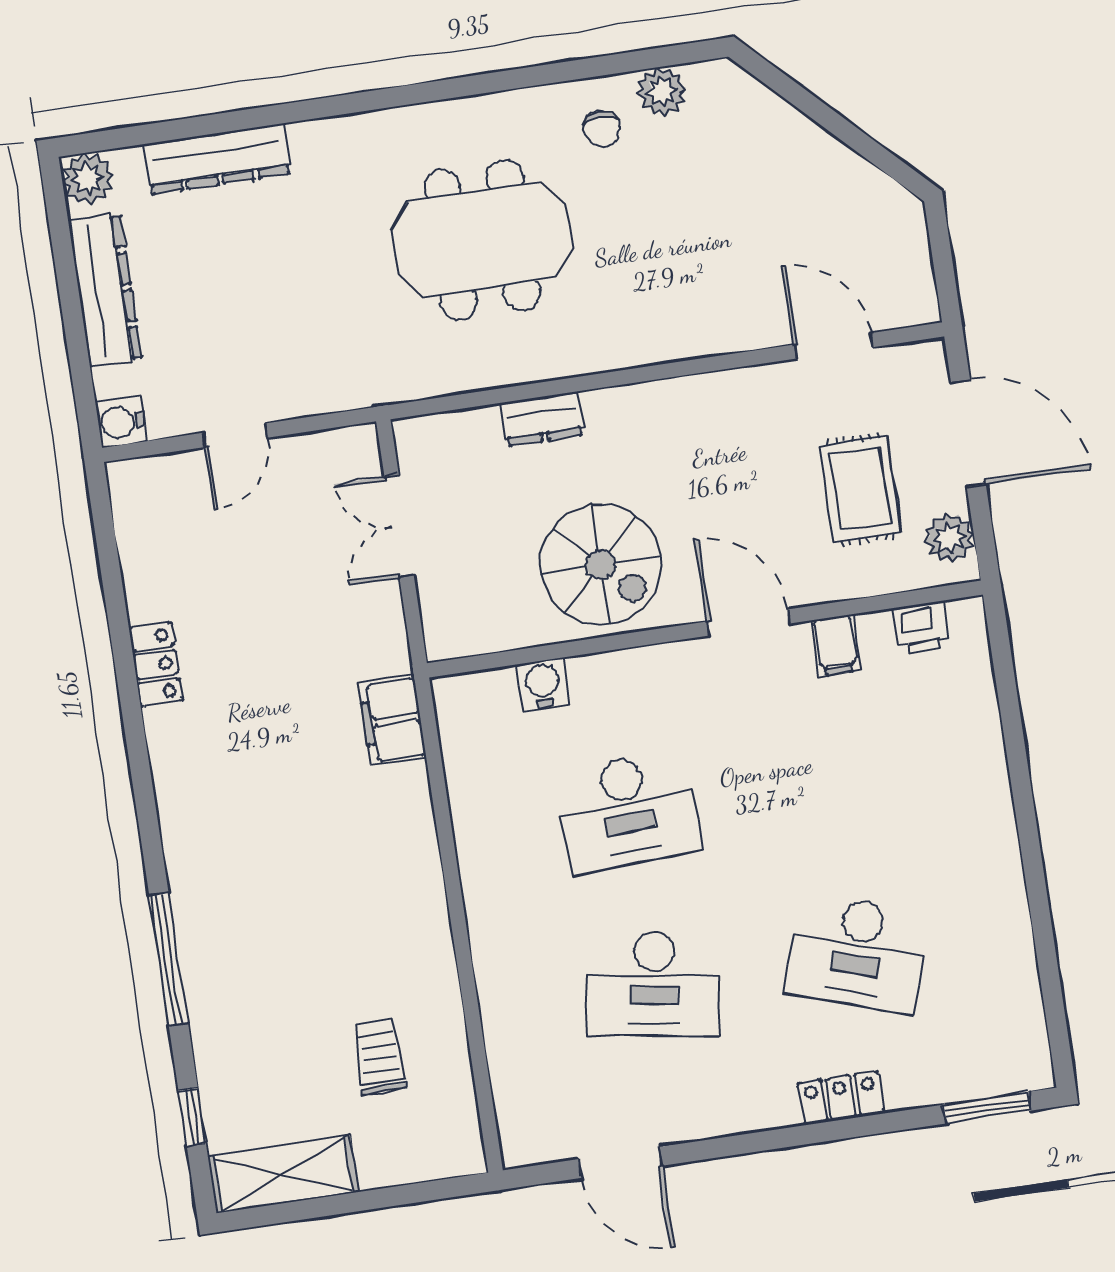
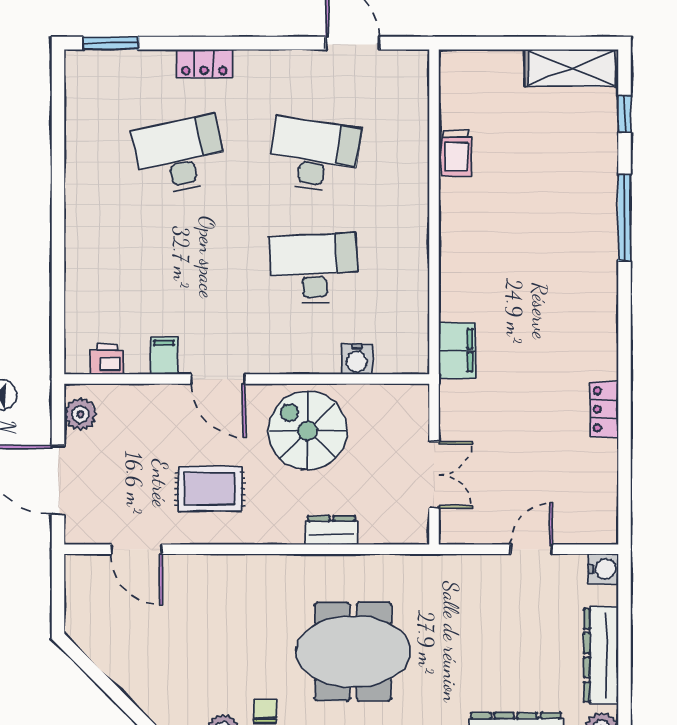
rug: (860, 489) -> (210, 489), moved, turned 90
desk: (857, 953) -> (180, 155), turned -30
trolley: (379, 1057) -> (456, 153), moved

